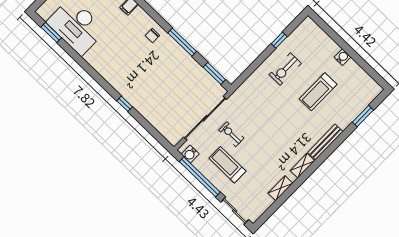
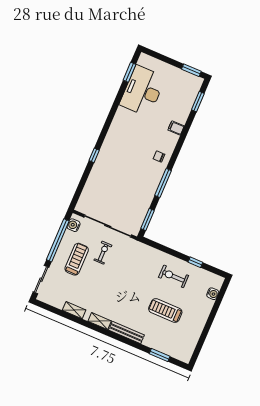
water cooler: (343, 57) -> (213, 294), moved

